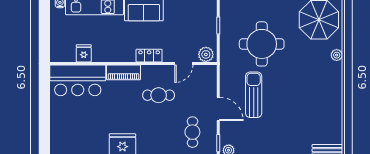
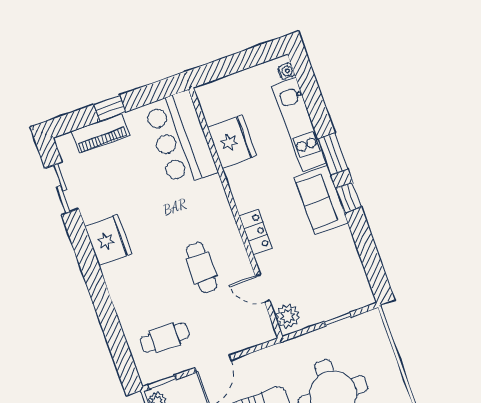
fridge: (84, 53) -> (232, 142), width x1.88, depth x1.34
piano: (124, 72) -> (101, 133), moved, turned -90
window: (44, 116) -> (110, 108), added

